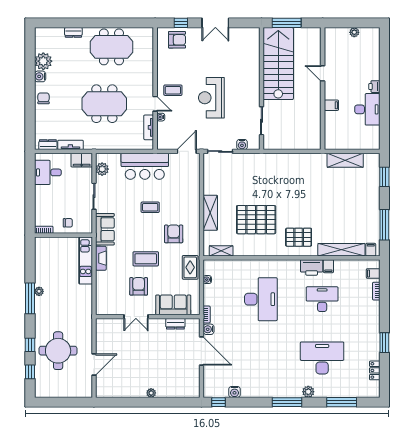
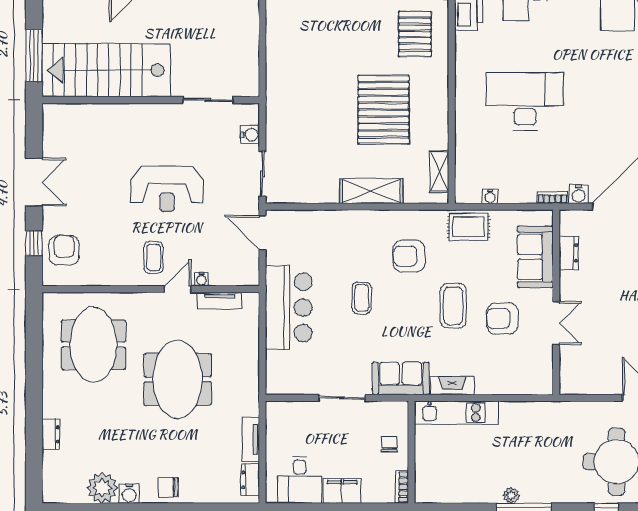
meeting table: (111, 47) -> (94, 345), moved
filing cabinet: (82, 160) -> (342, 491), moved, turned -90
plant: (102, 169) -> (294, 383), removed

